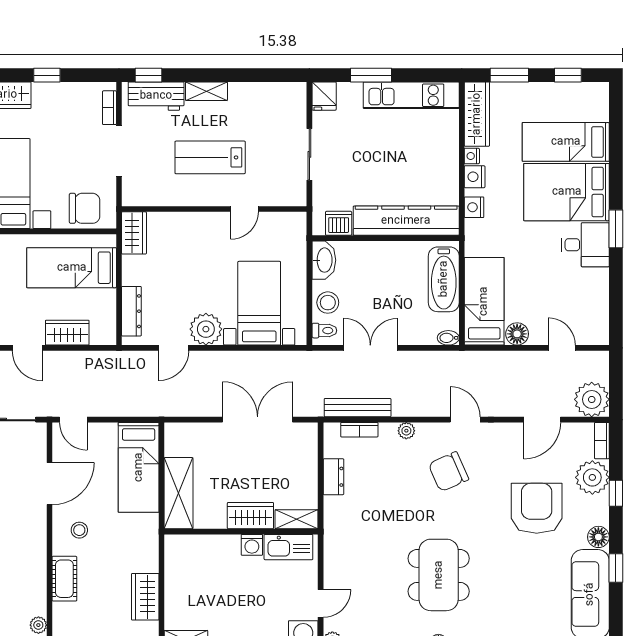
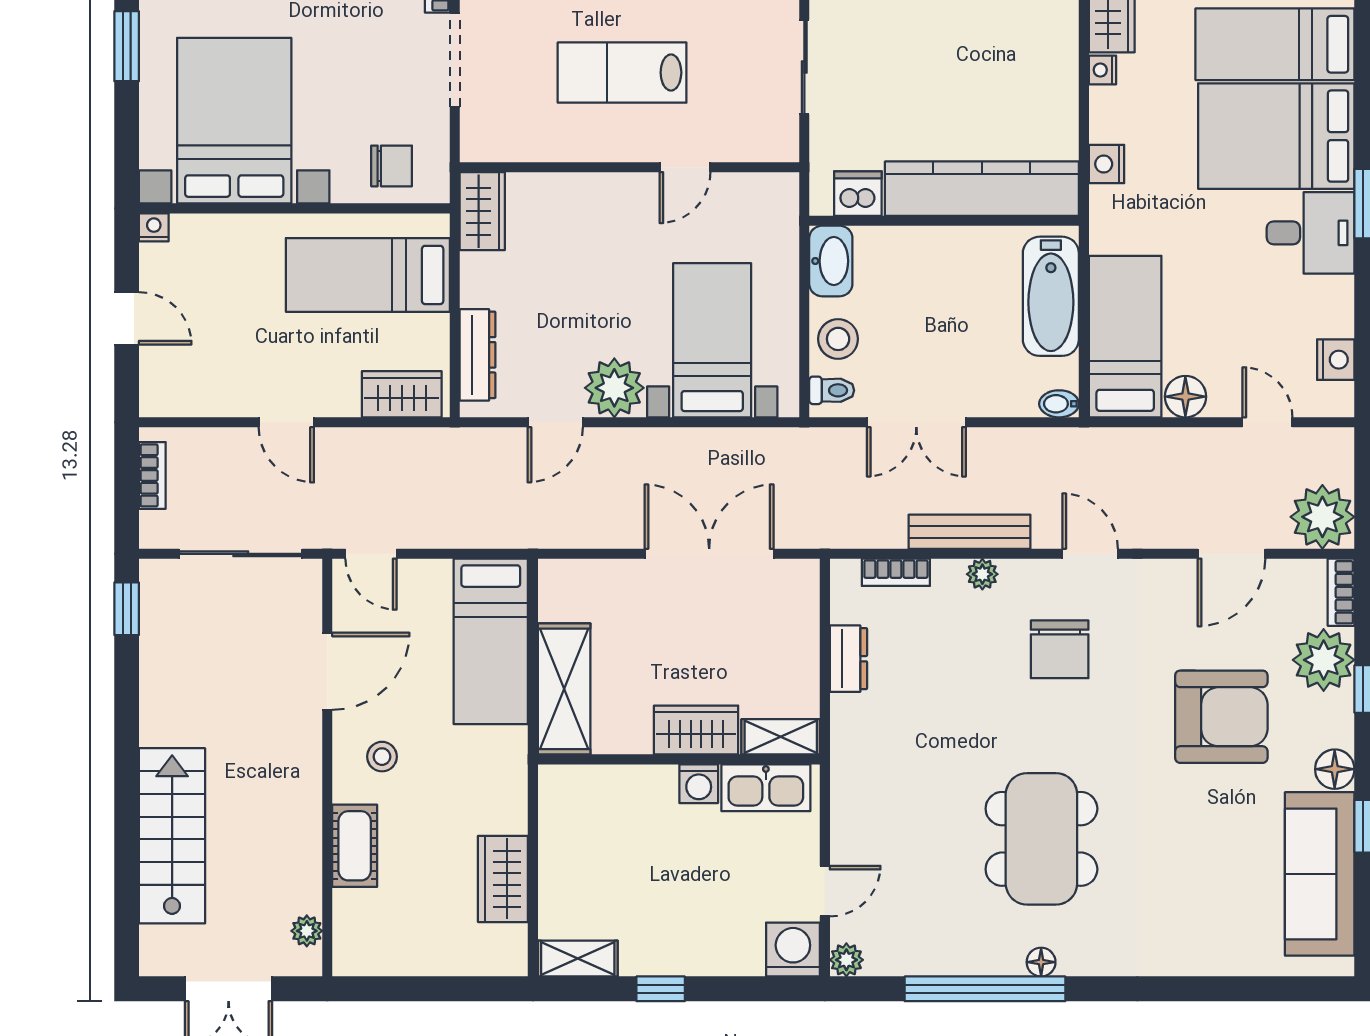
nightstand: (475, 177) -> (1336, 360), moved, turned 180
chair: (85, 208) -> (392, 166), width x0.73, depth x0.73
wardrobe: (67, 333) -> (402, 394), moved
double door: (370, 348) -> (916, 422), swing flipped
bench: (358, 408) -> (969, 532), moved
chair: (449, 472) -> (1060, 649), turned -66
armchair: (537, 508) -> (1221, 717), turned 90

